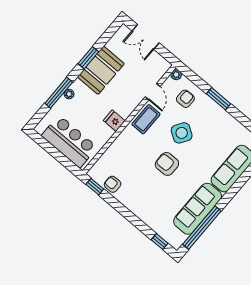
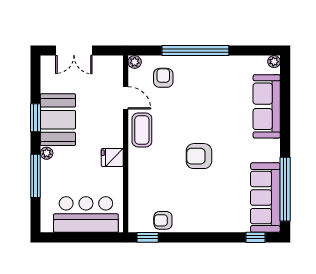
plant: (69, 94) -> (47, 153), moved
window: (219, 99) -> (195, 50), width x2.11
side table: (182, 133) -> (188, 114), removed
sofa: (198, 209) -> (265, 198), moved

